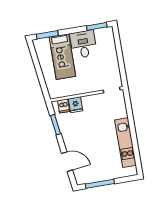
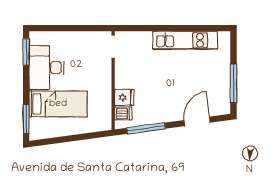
desk: (83, 44) -> (47, 68), width x1.37
window: (55, 125) -> (146, 128), width x1.44

